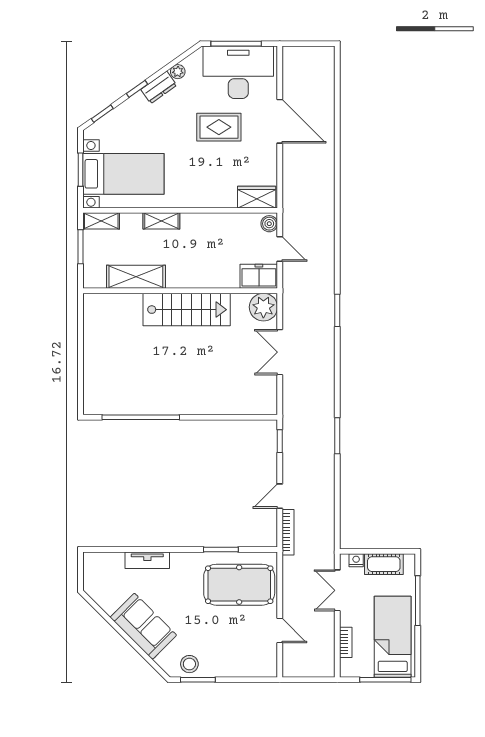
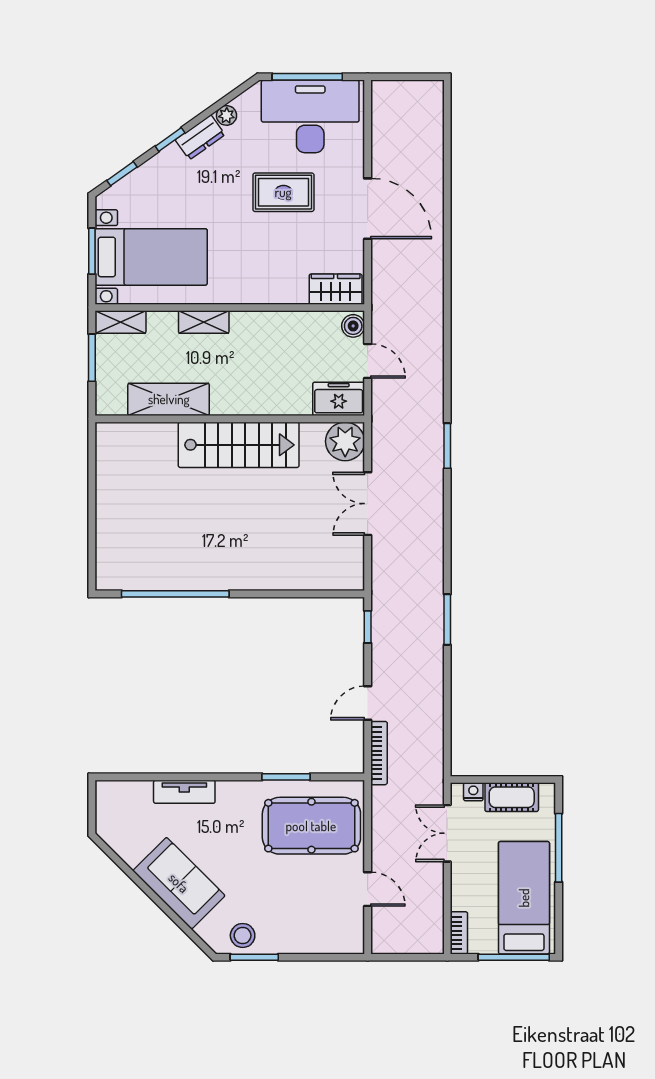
door: (280, 121) -> (368, 209), moved
bookcase: (346, 642) -> (459, 933), moved

